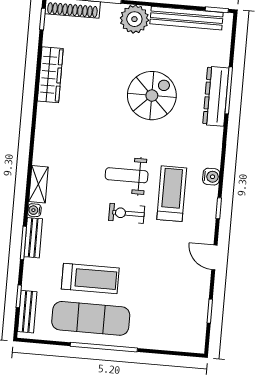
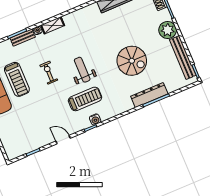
water cooler: (211, 177) -> (95, 119), moved
exercise bike: (127, 213) -> (49, 73), moved
door: (214, 257) -> (63, 140), hinge flipped

